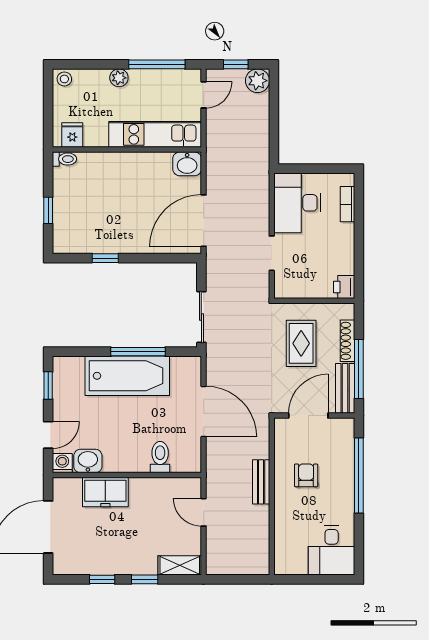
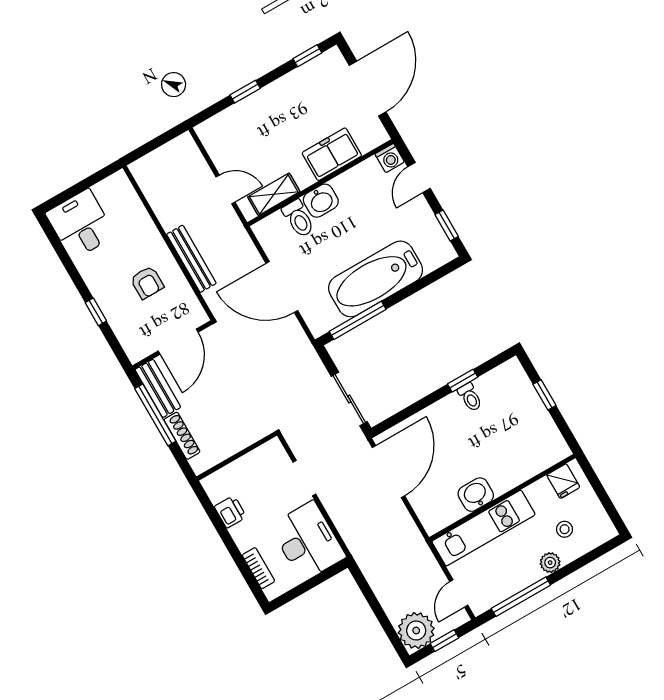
stool: (64, 79) -> (565, 529), moved
plant: (258, 81) -> (416, 631), width x1.36, depth x1.36
toilet: (64, 159) -> (470, 397), moved, turned -90
washbasin: (187, 164) -> (476, 495), moved
printer: (344, 287) -> (230, 512), moved
sliding door: (201, 317) -> (349, 399), moved
rug: (301, 343) -> (225, 407), removed
window: (138, 352) -> (358, 320), moved
washbasin: (88, 461) -> (321, 201), moved
window: (359, 475) -> (96, 312), width x0.32
bench: (261, 482) -> (191, 259), width x1.36
shelving: (180, 565) -> (274, 194), moved
window: (102, 579) -> (307, 56), moved

